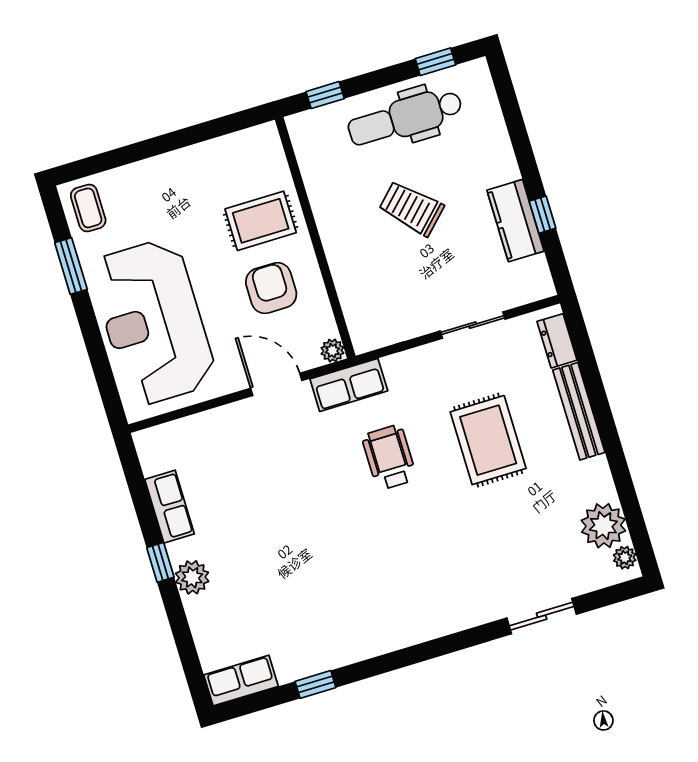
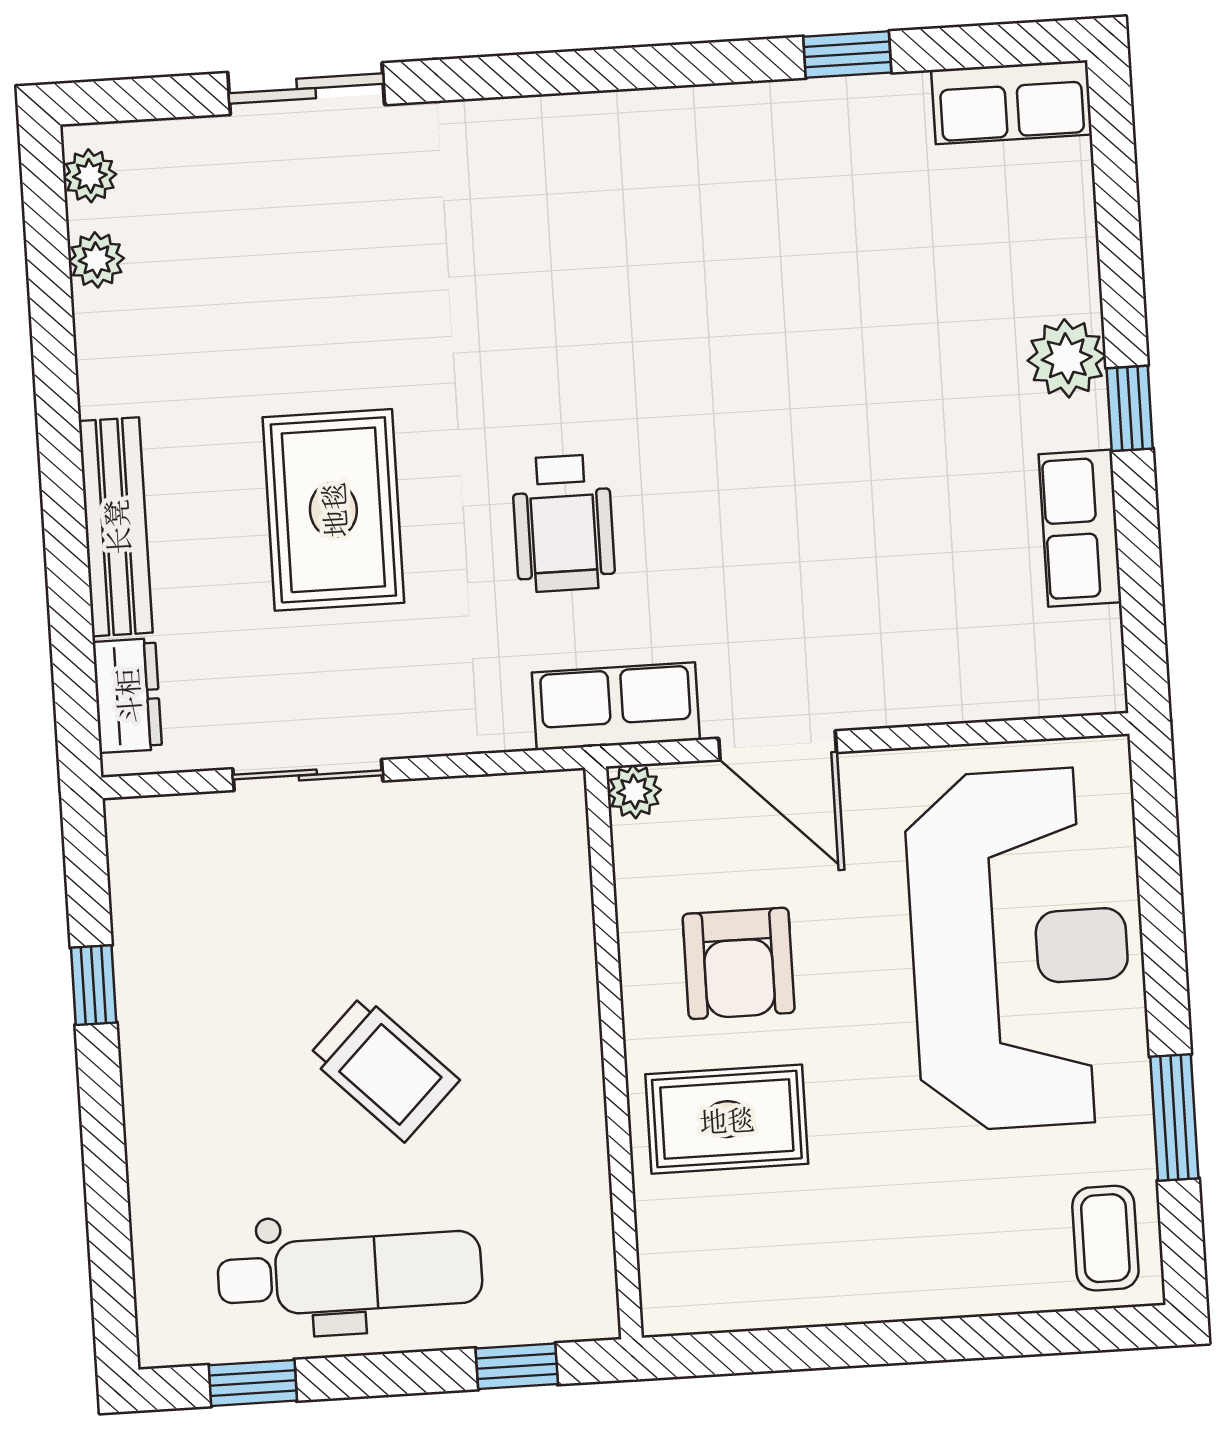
kitchen counter: (516, 221) -> (157, 986), removed
plant: (603, 526) -> (96, 260), width x0.53, depth x0.53

